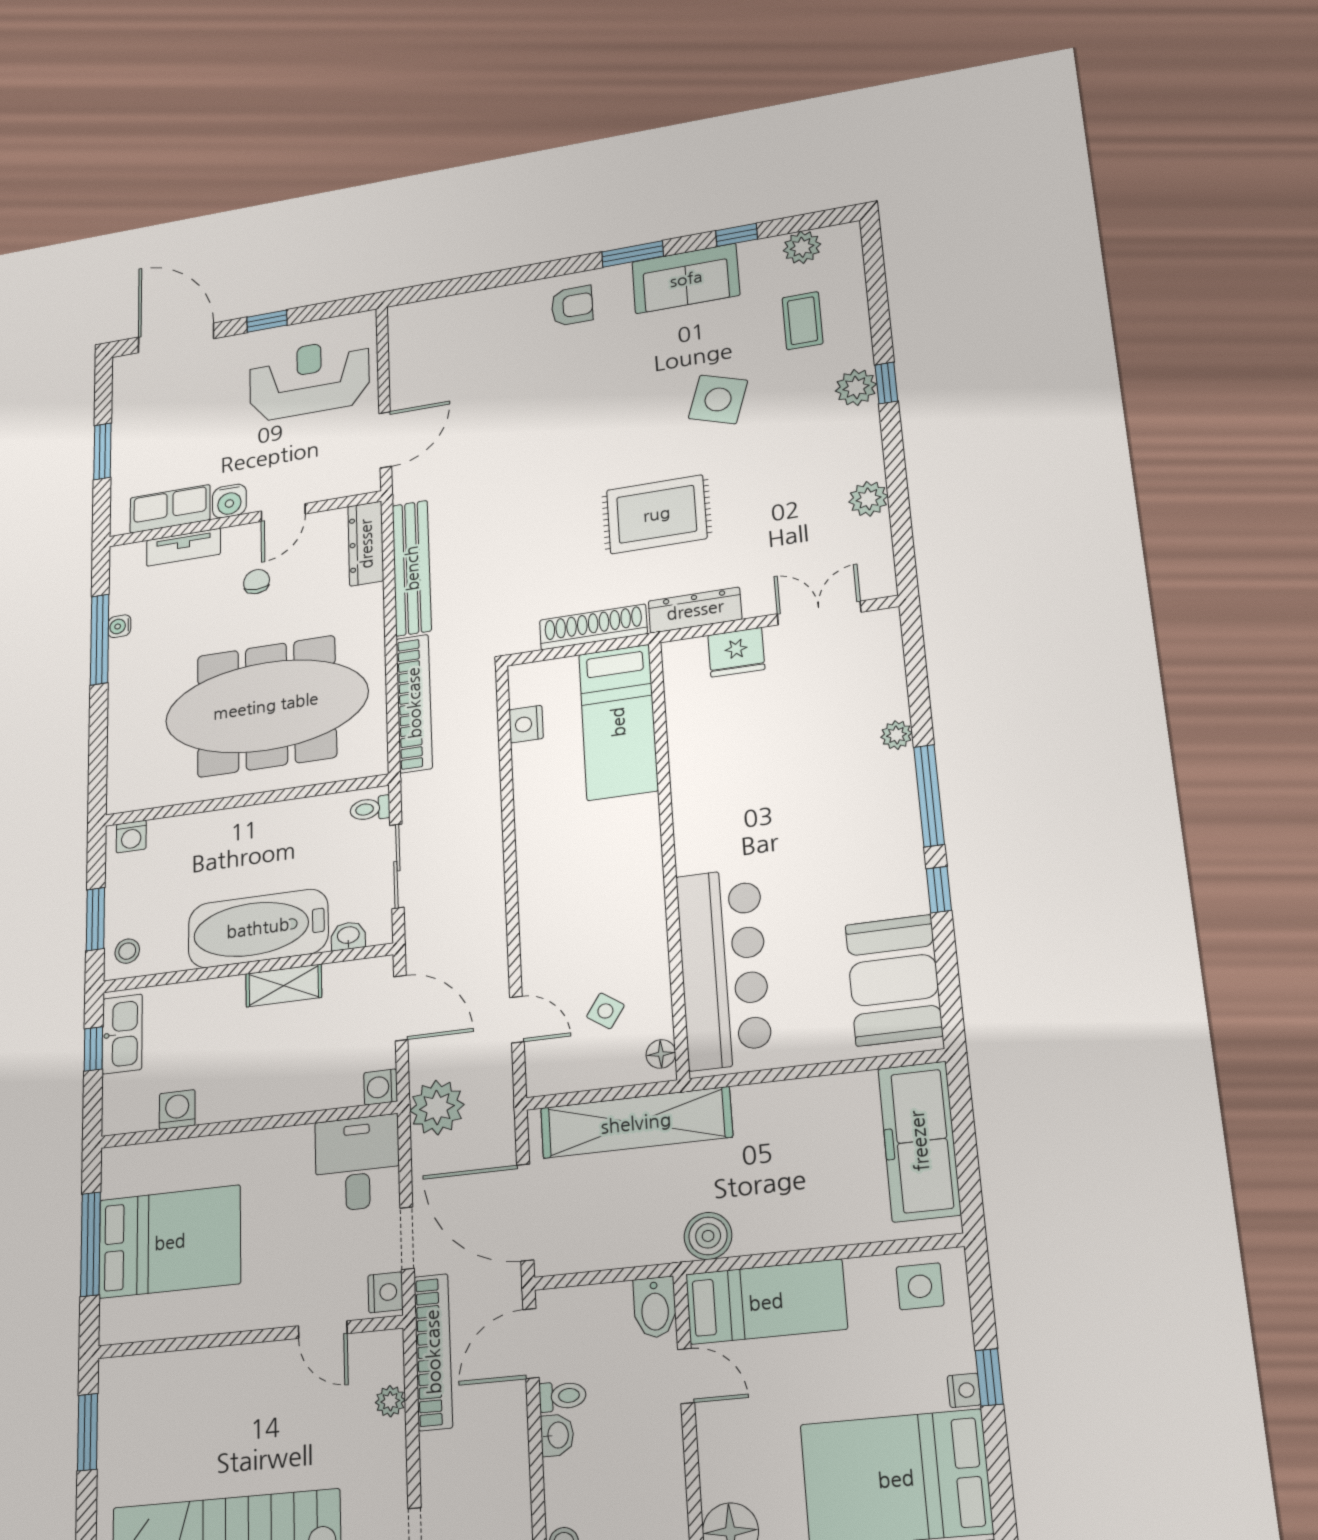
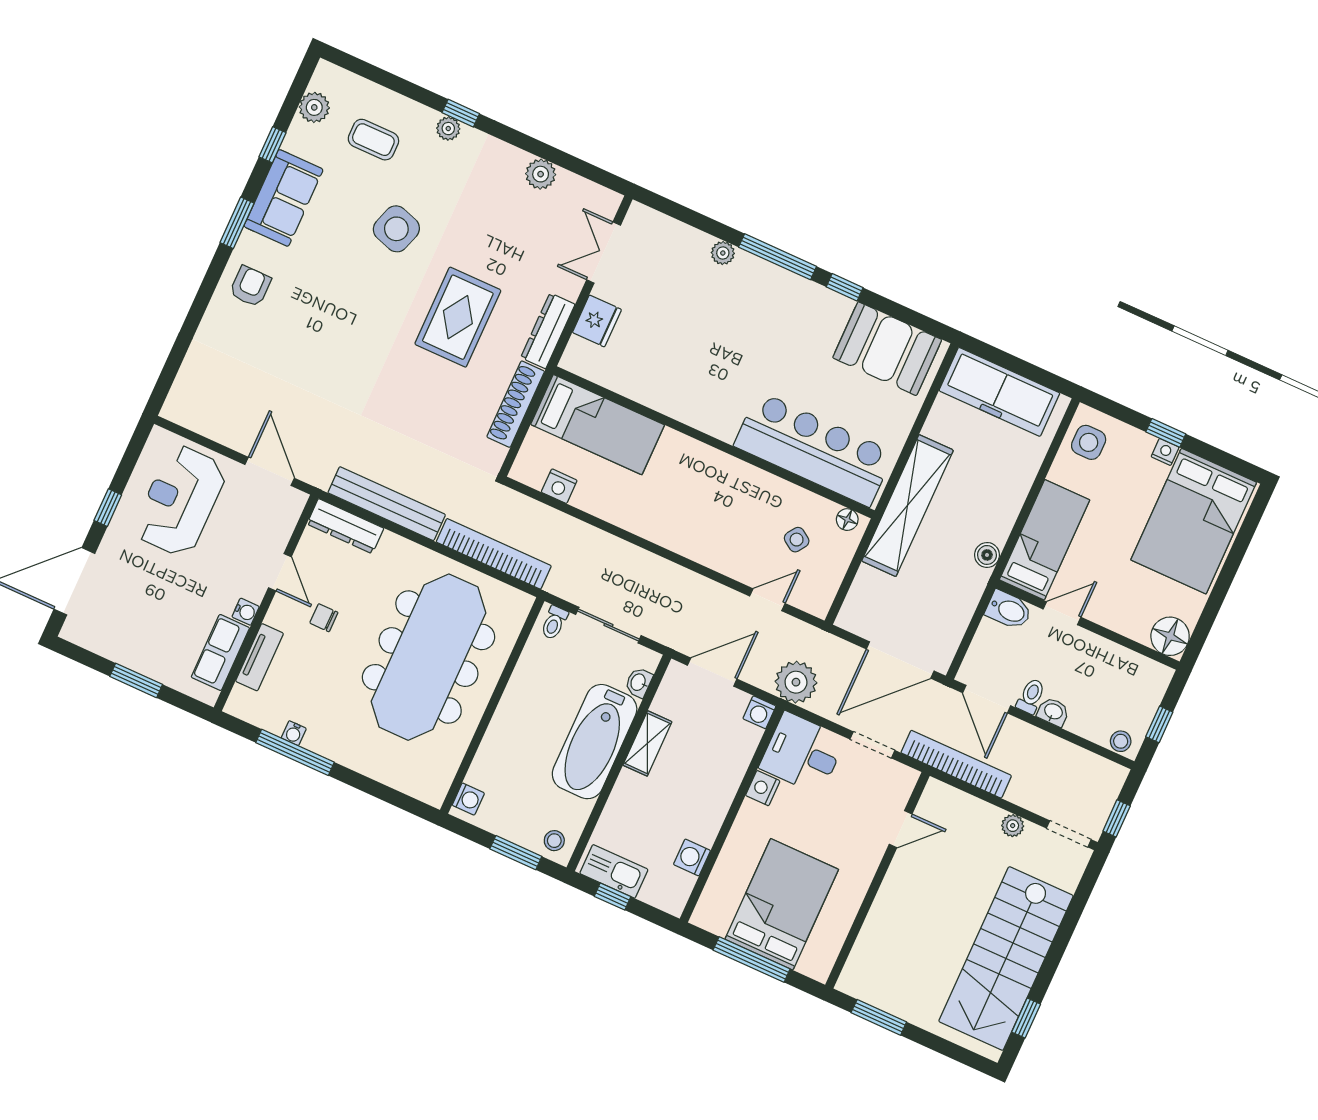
plant: (856, 387) -> (448, 129), width x0.73, depth x0.73
water cooler: (229, 501) -> (246, 612), width x0.72, depth x0.72
shelving: (636, 1123) -> (907, 506), moved
boiler: (708, 1236) -> (987, 555), width x0.73, depth x0.73
nightstand: (385, 1292) -> (763, 788), moved, turned -90
plant: (390, 1401) -> (1013, 826), moved

